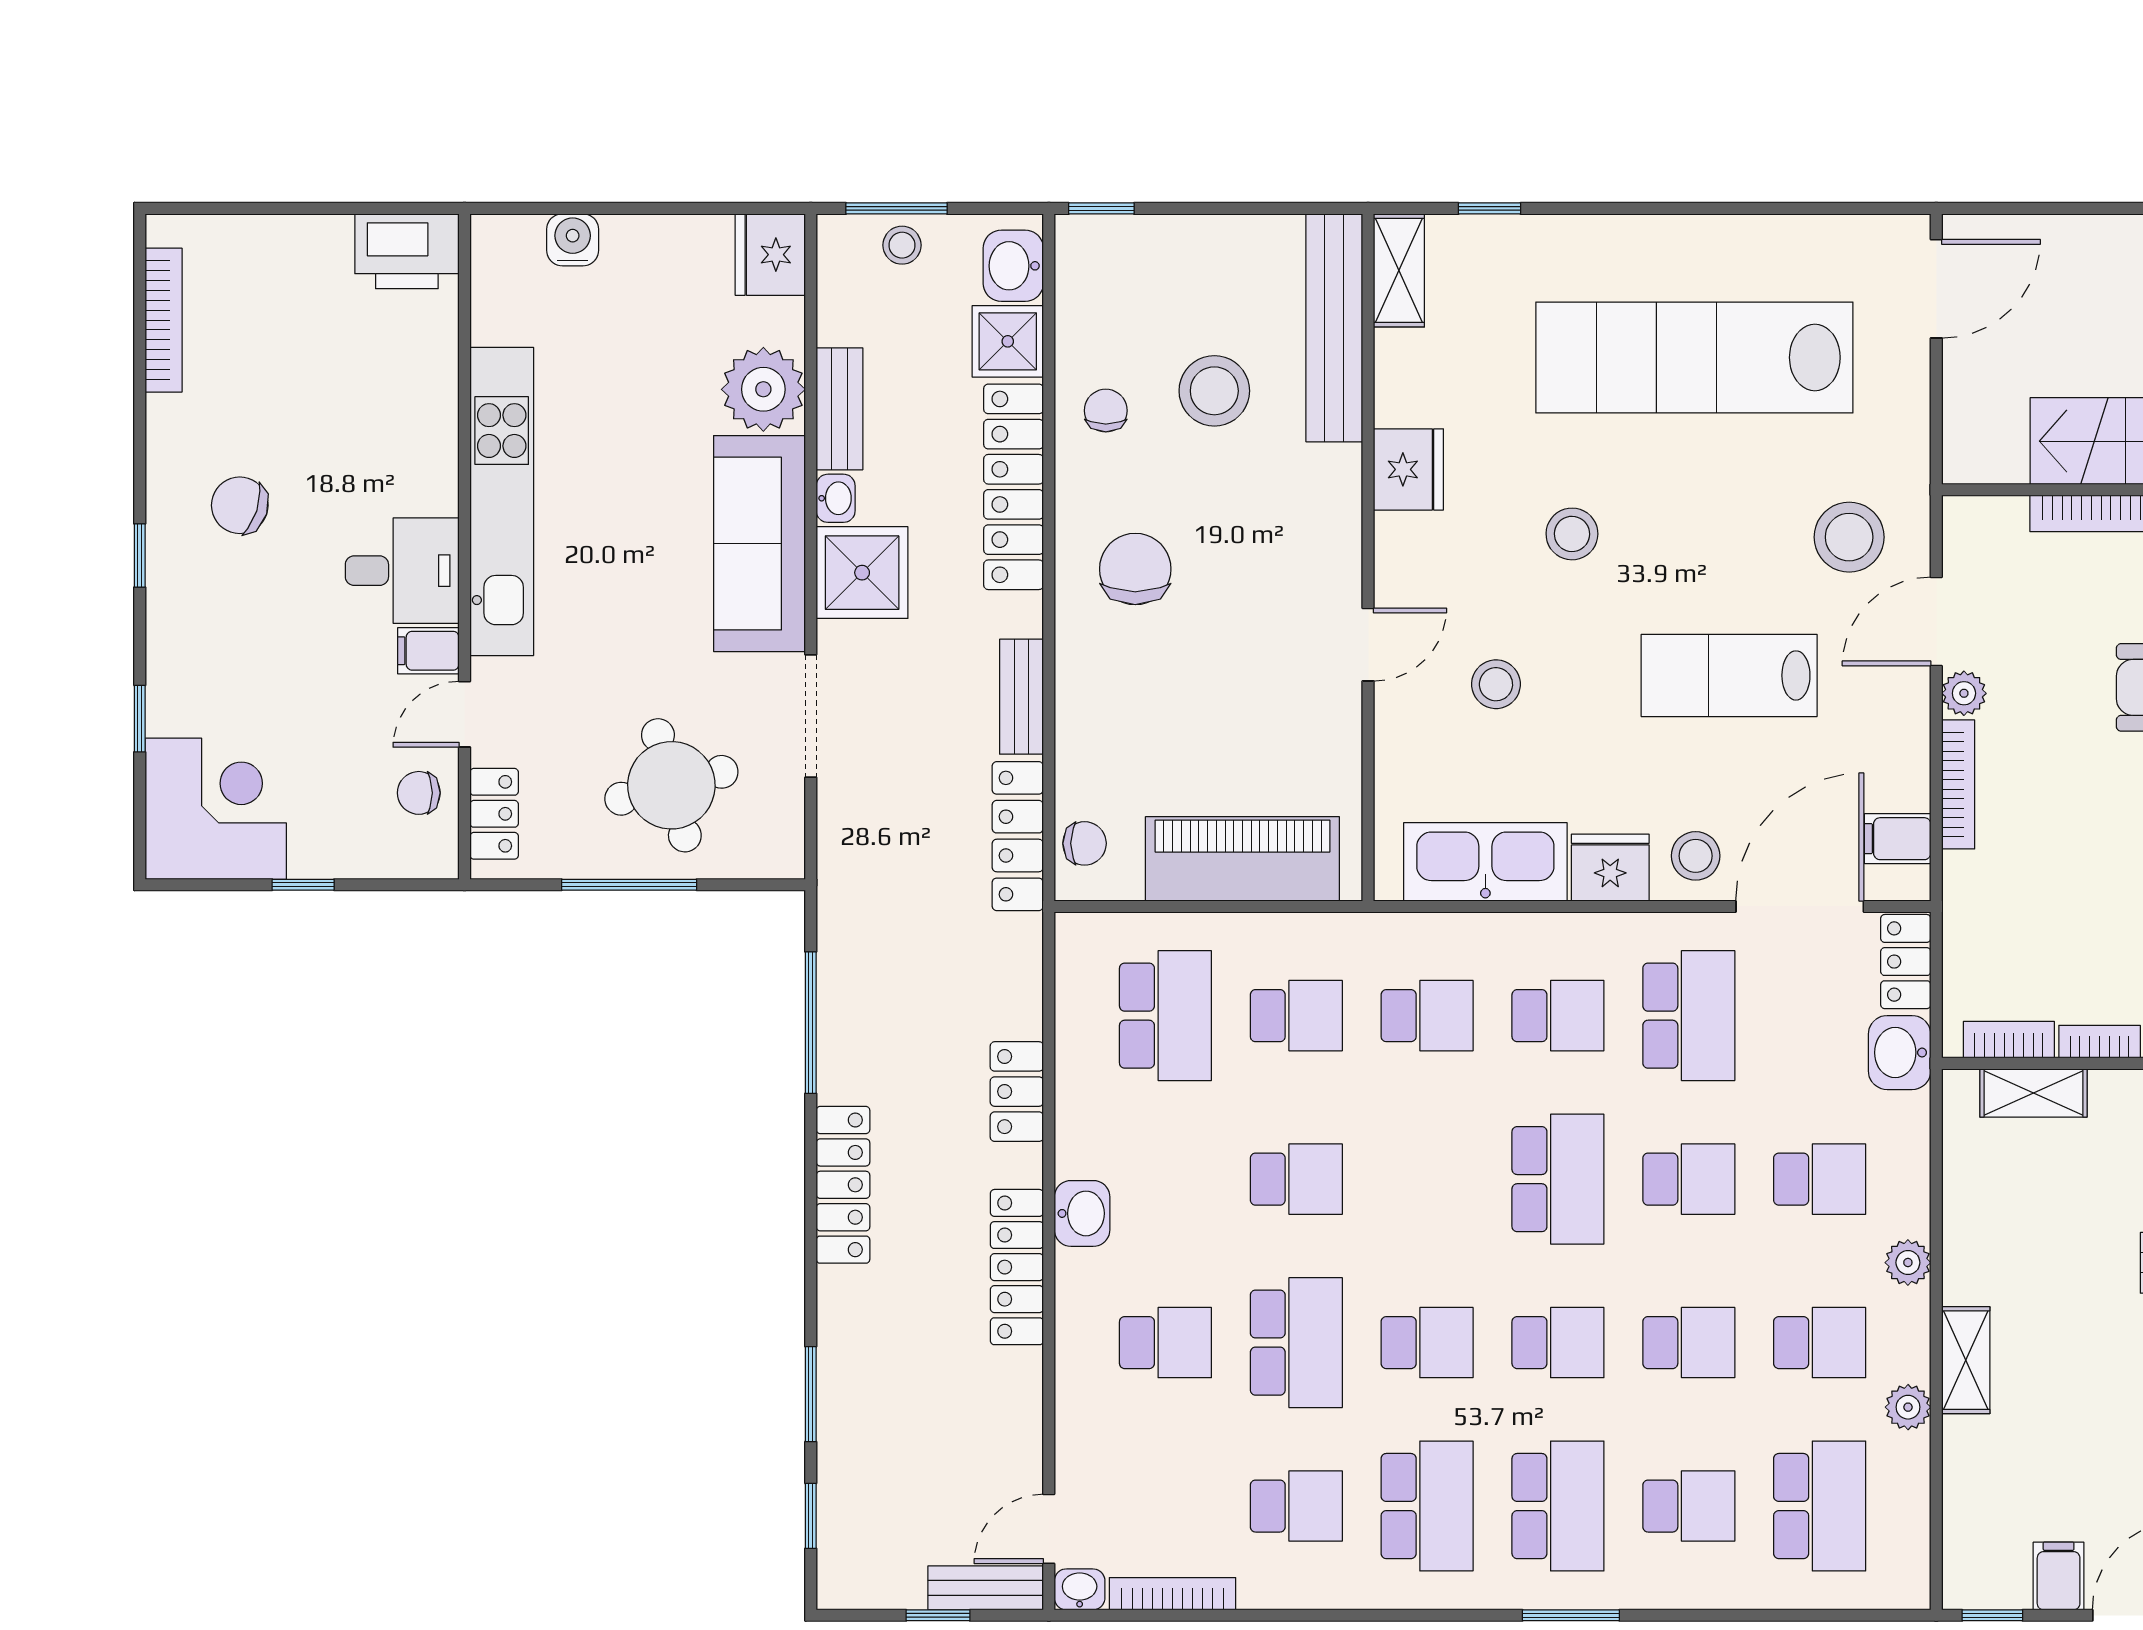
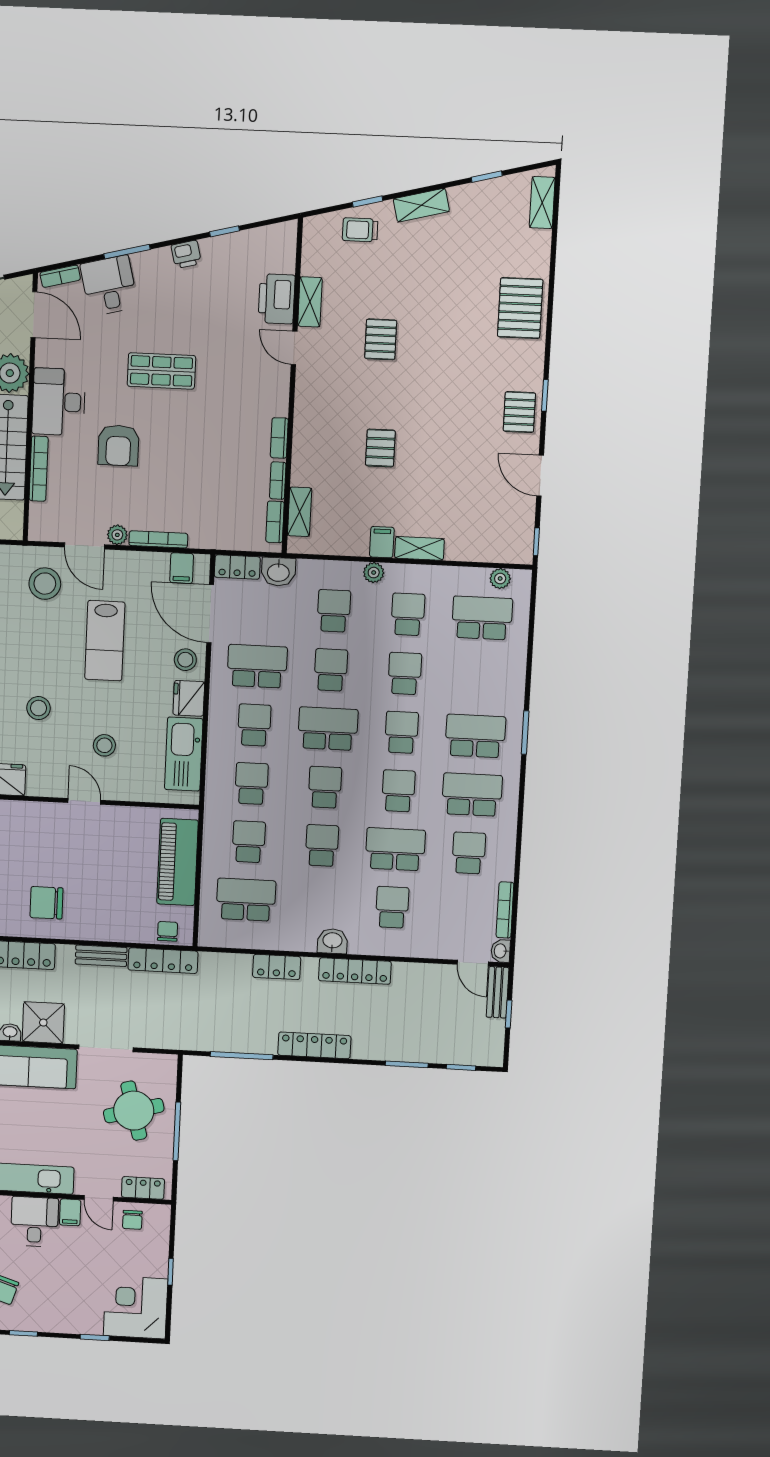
plant: (1908, 1407) -> (500, 579), moved
school desk: (1689, 1506) -> (325, 787), moved
filing cabinet: (2059, 1576) -> (382, 542), moved, turned 90

